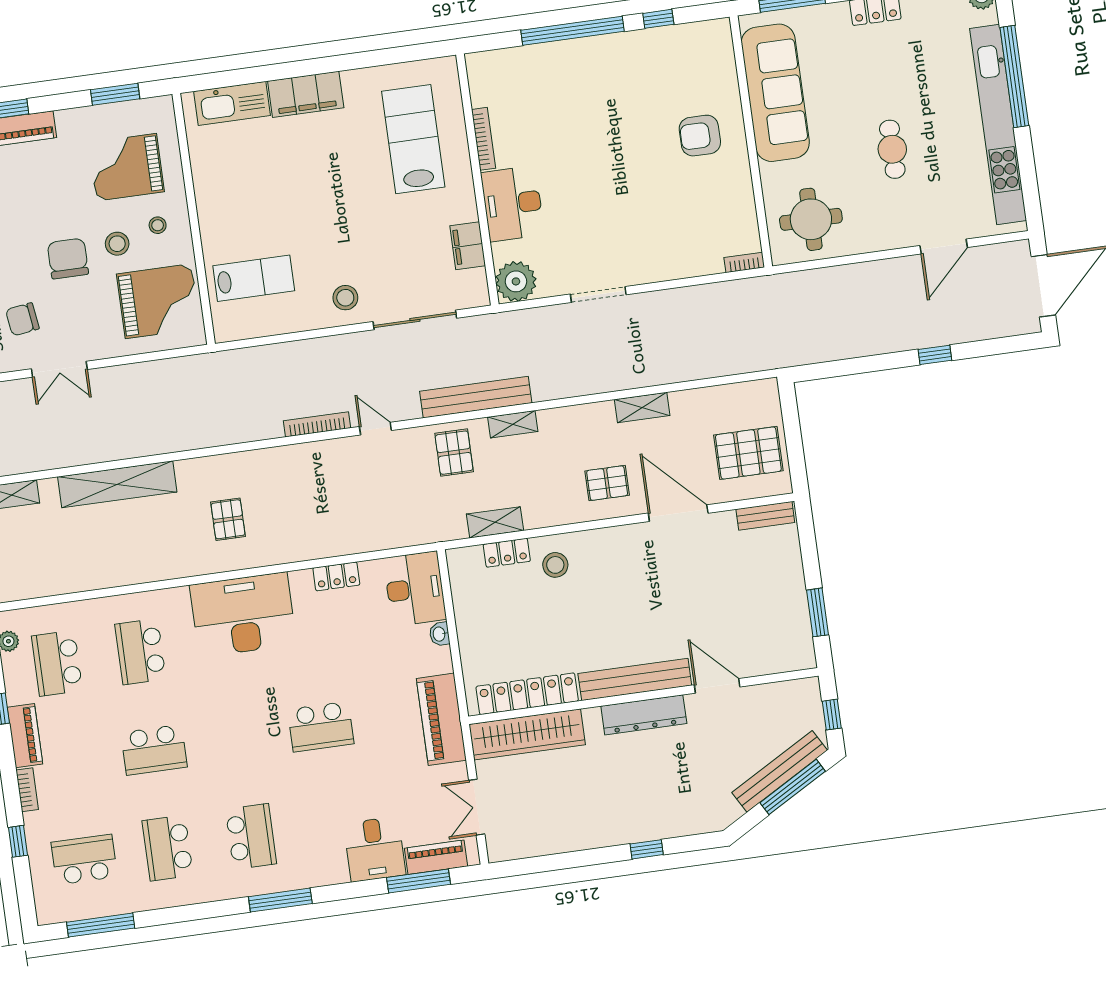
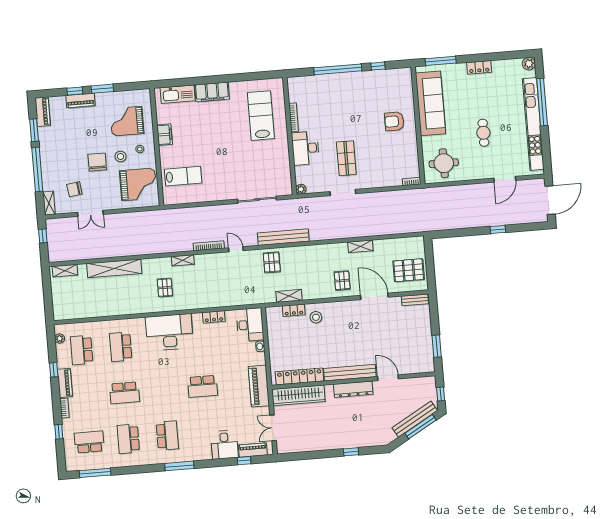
window: (115, 94) -> (102, 89), moved
shop shelf: (601, 220) -> (346, 158), added
filing cabinet: (468, 246) -> (164, 135), moved, turned 180
plant: (516, 281) -> (301, 189), width x0.53, depth x0.53
stool: (345, 298) -> (225, 188), removed
shelving: (513, 424) -> (183, 260), moved
pallet: (607, 483) -> (342, 281), turned 90
window: (418, 881) -> (244, 461), width x0.46

